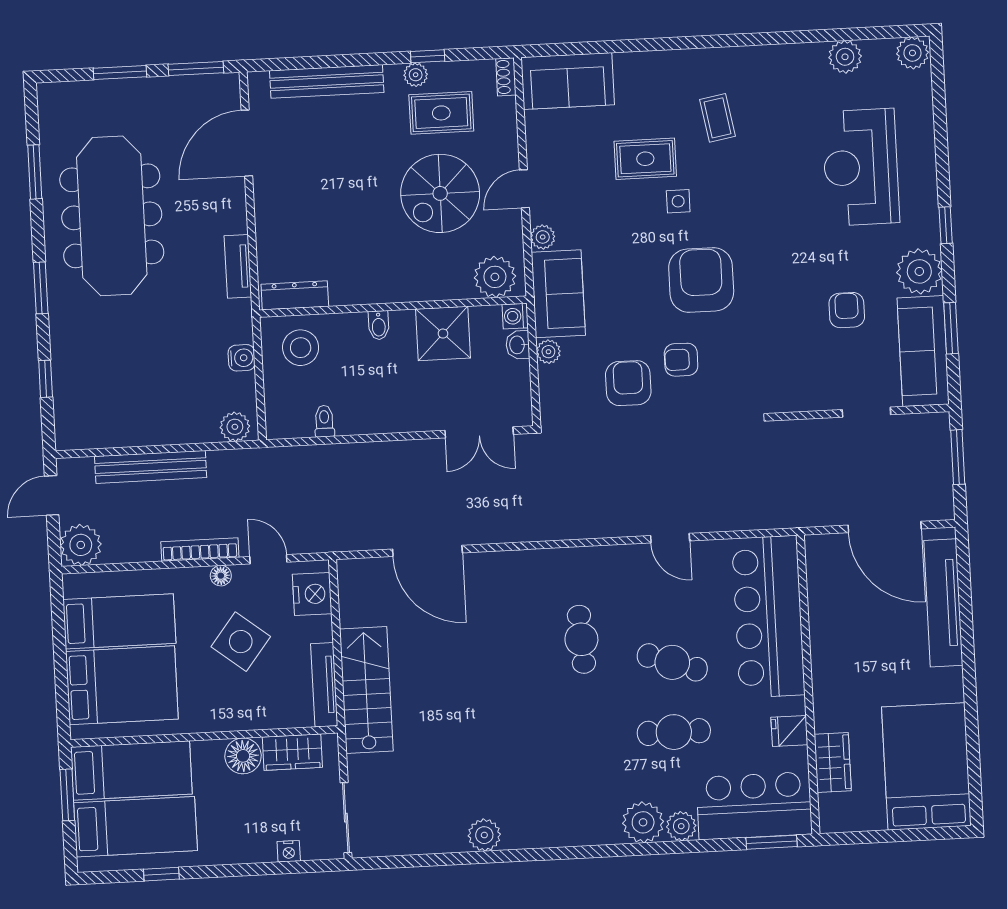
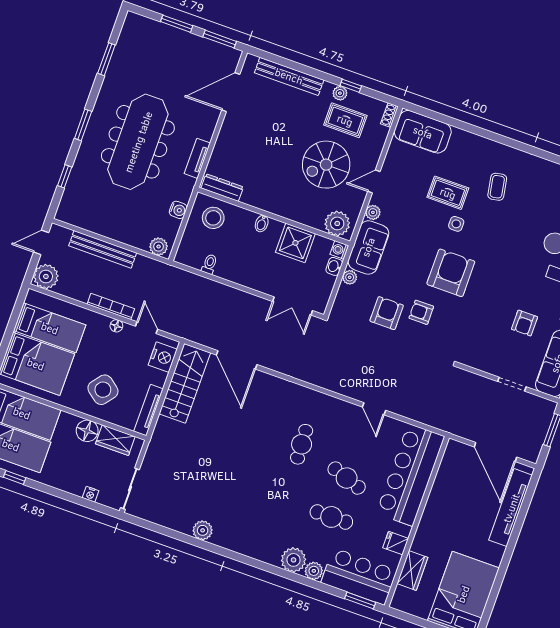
meeting table: (112, 216) -> (138, 142), moved
armchair: (847, 310) -> (525, 323), turned 180
side table: (241, 642) -> (103, 390), moved
stairs: (366, 690) -> (185, 383), moved

